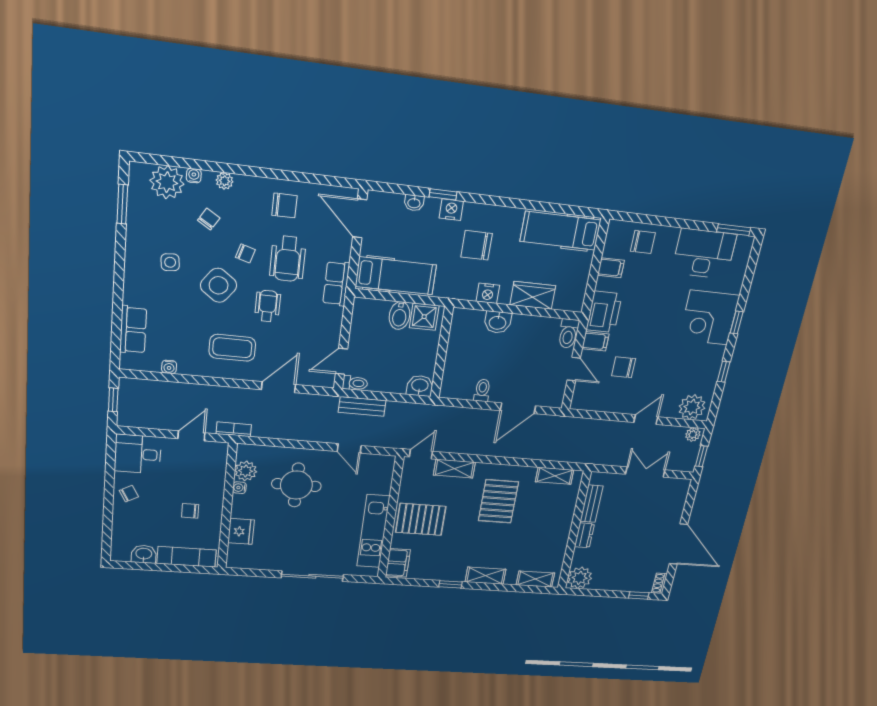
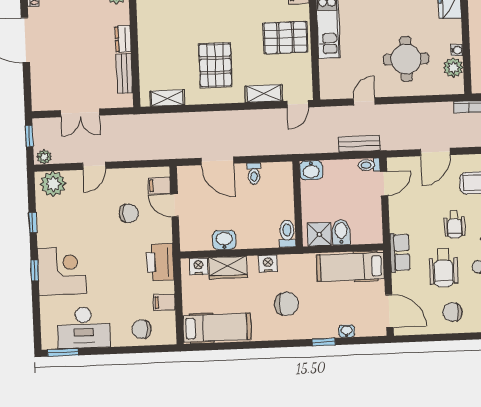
nightstand: (451, 210) -> (198, 266), moved, turned 180
wheelchair: (288, 259) -> (443, 268), turned 180
washbasin: (498, 322) -> (224, 240), moved
toilet: (568, 333) -> (287, 234), moved
filing cabinet: (595, 341) -> (159, 186), moved
door: (518, 408) -> (217, 161), swing flipped
door: (349, 448) -> (364, 101), hinge flipped

